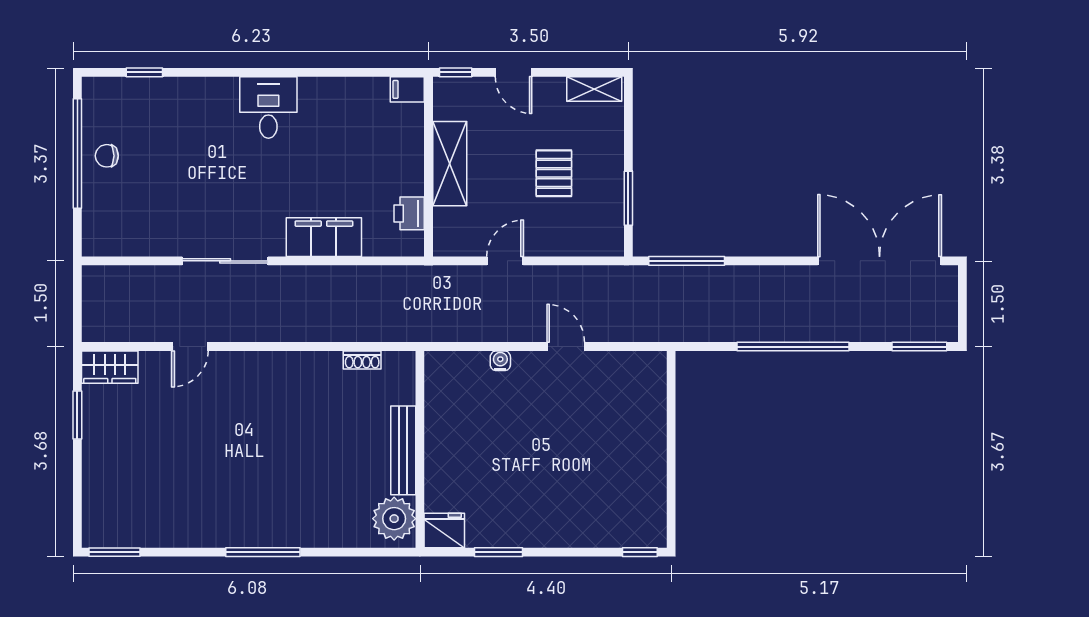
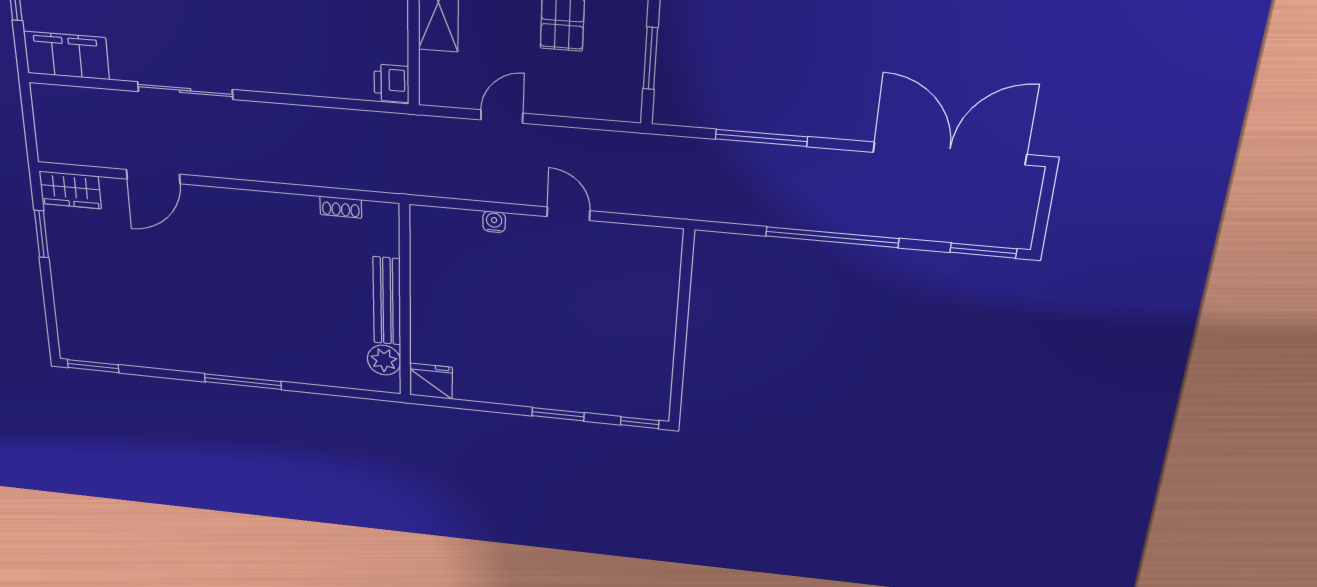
printer: (409, 213) -> (391, 83), moved
filing cabinet: (324, 237) -> (66, 55), moved
window: (687, 261) -> (761, 138), moved
door: (190, 347) -> (153, 177), width x1.38
plant: (394, 519) -> (384, 360), width x0.73, depth x0.73
window: (499, 552) -> (558, 414), moved

